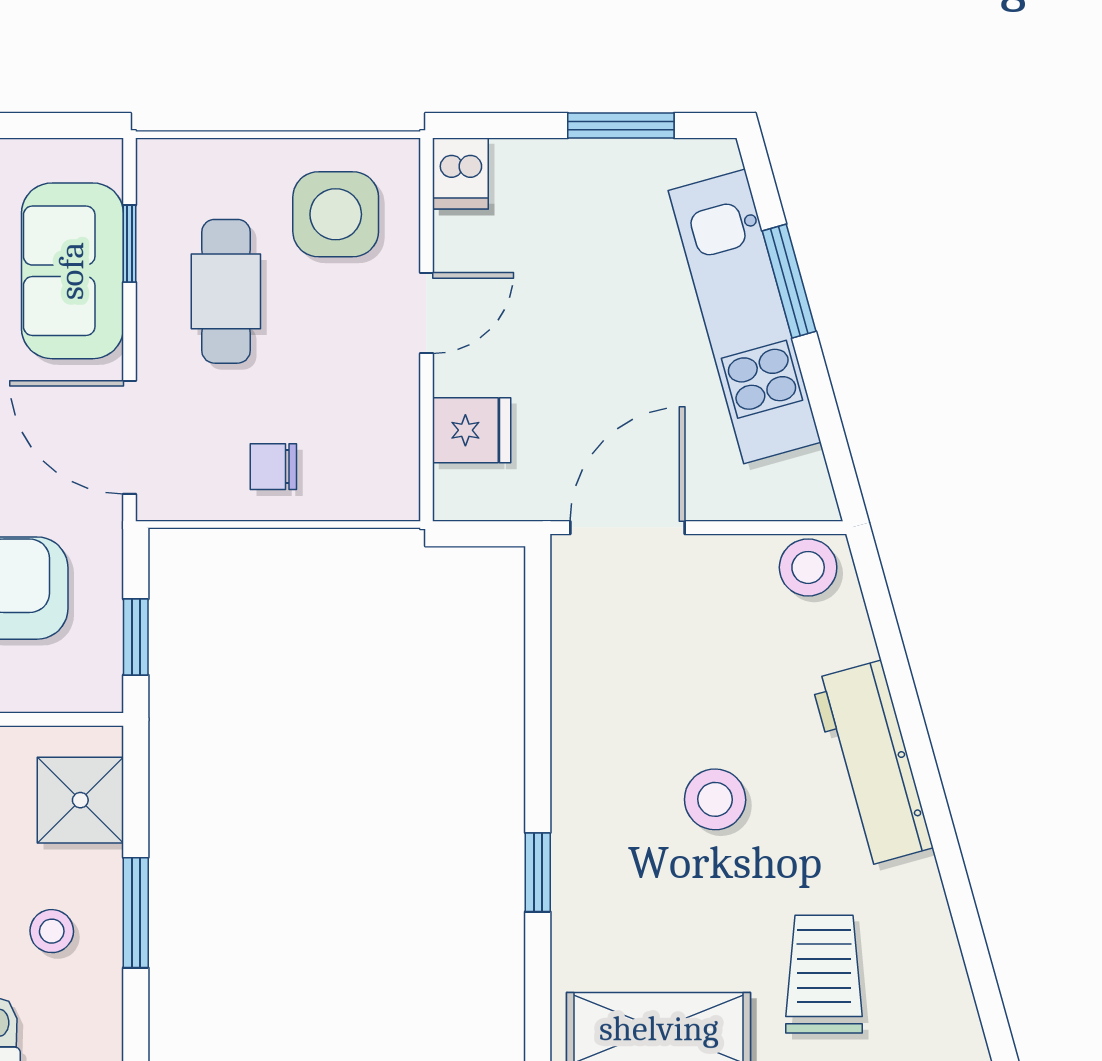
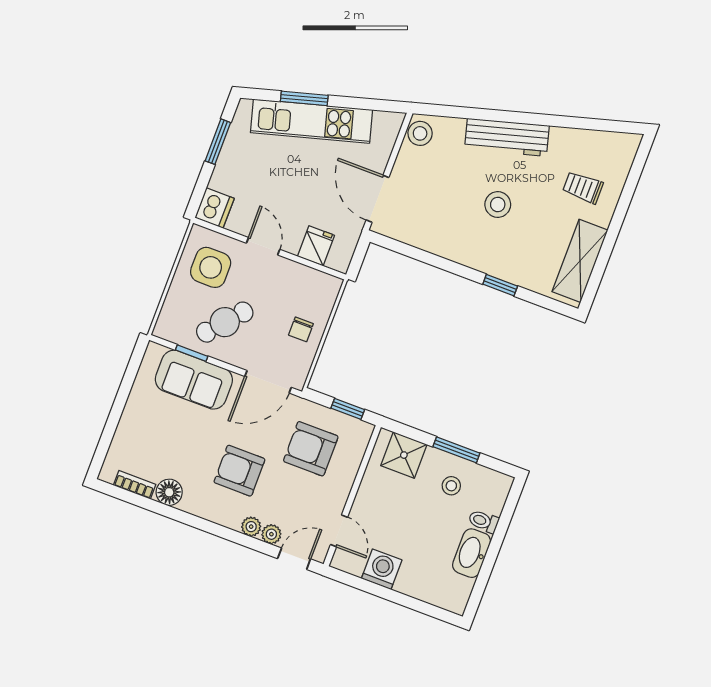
dishwasher: (460, 173) -> (215, 208), width x1.38
cafe table: (226, 291) -> (225, 322), turned -49
trolley: (824, 974) -> (583, 187), width x0.73, depth x0.72

